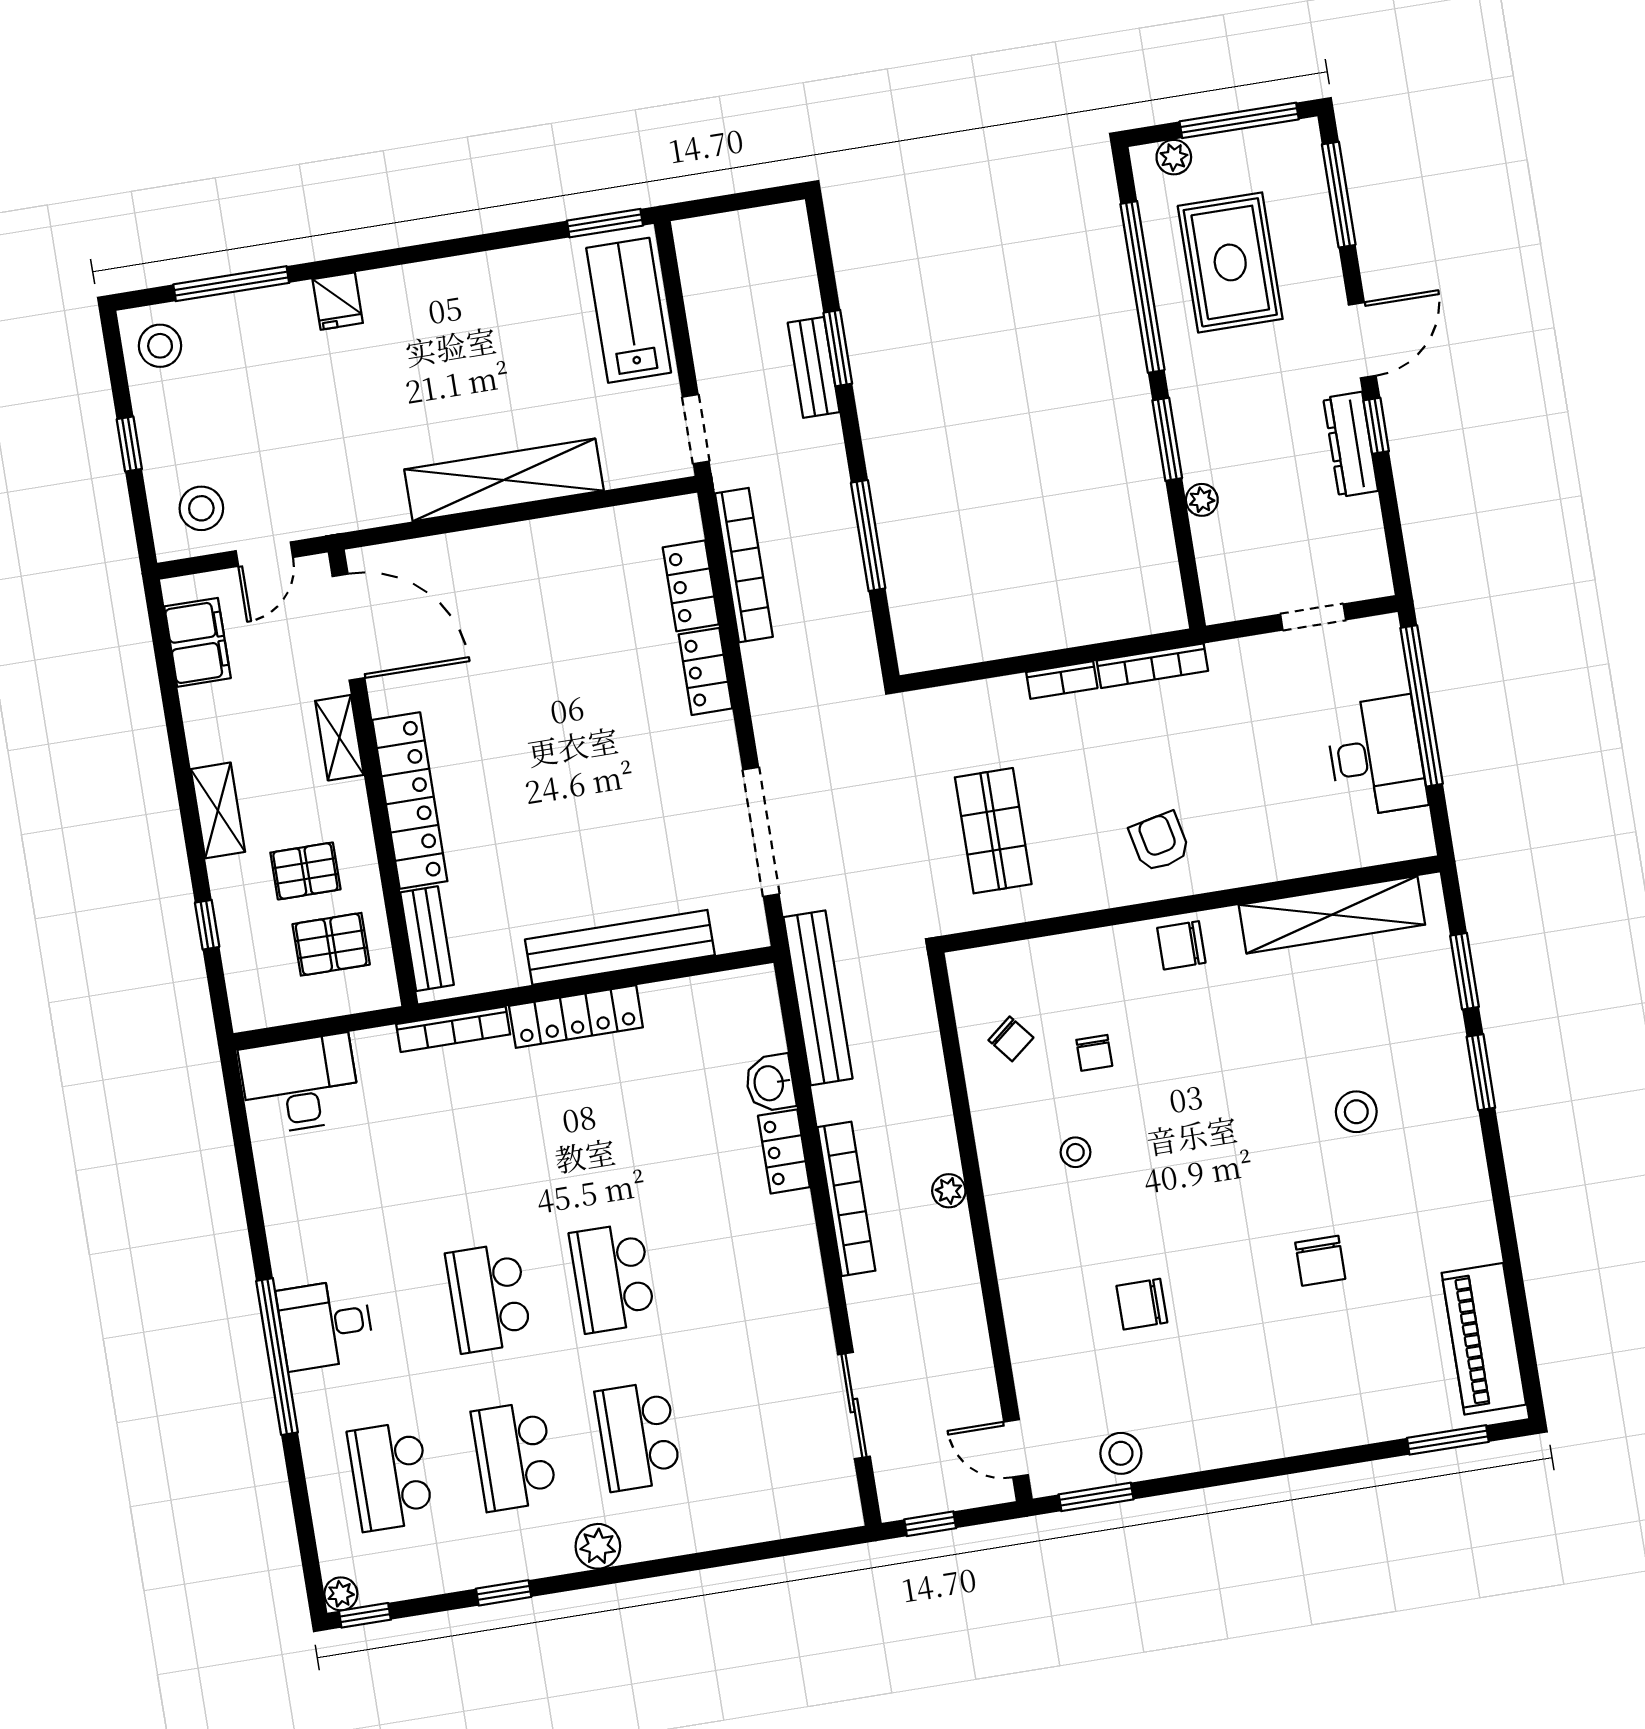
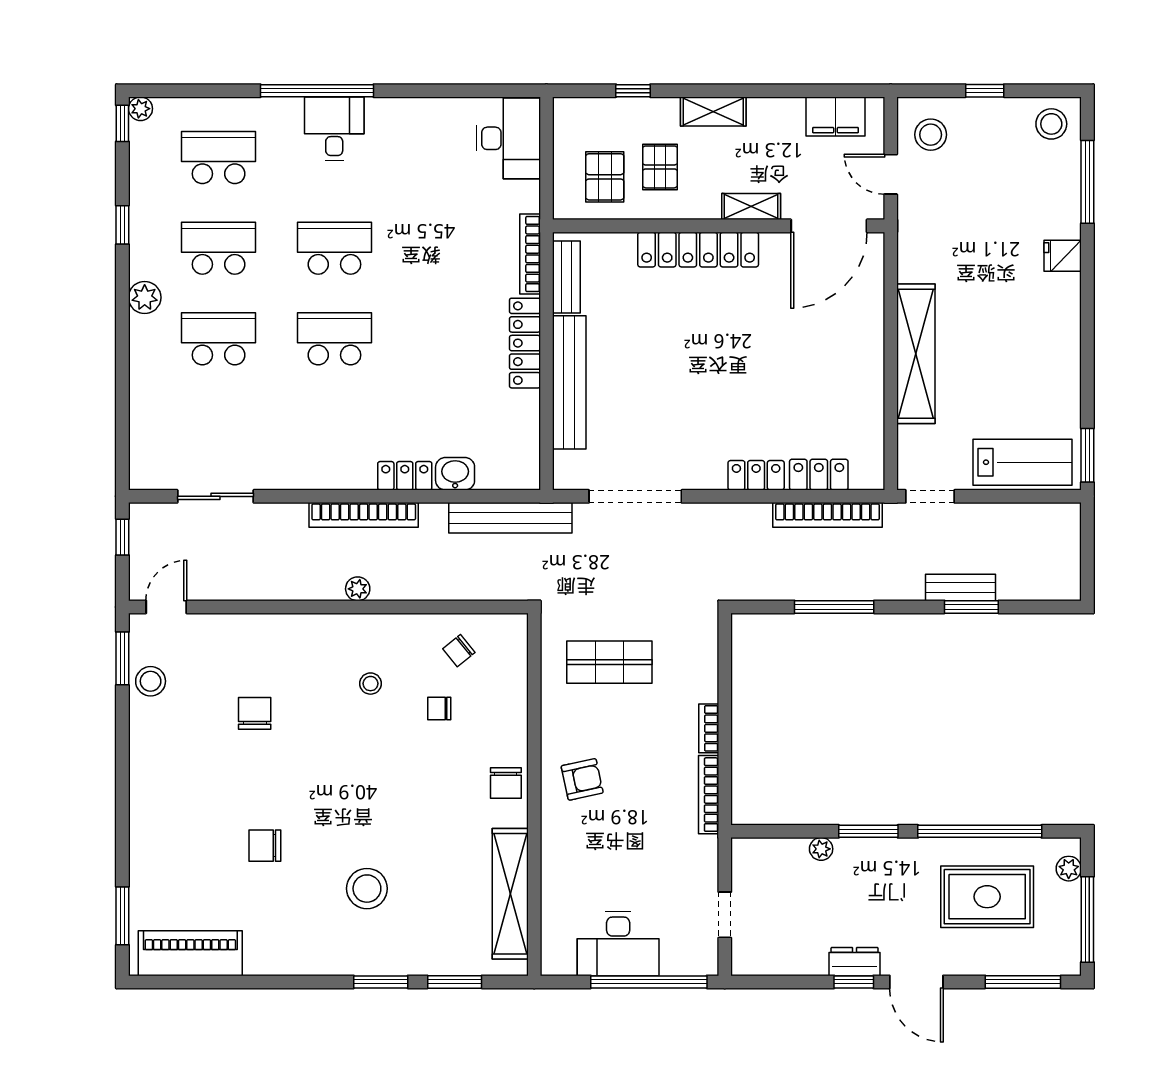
dresser: (1351, 444) -> (855, 962), width x0.70
bench: (427, 939) -> (566, 277), moved, turned 90
chair: (1181, 945) -> (506, 783), turned 180
stool: (1356, 1112) -> (367, 889), width x1.38, depth x1.38

